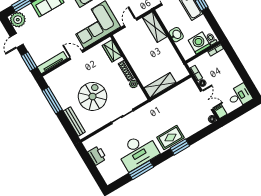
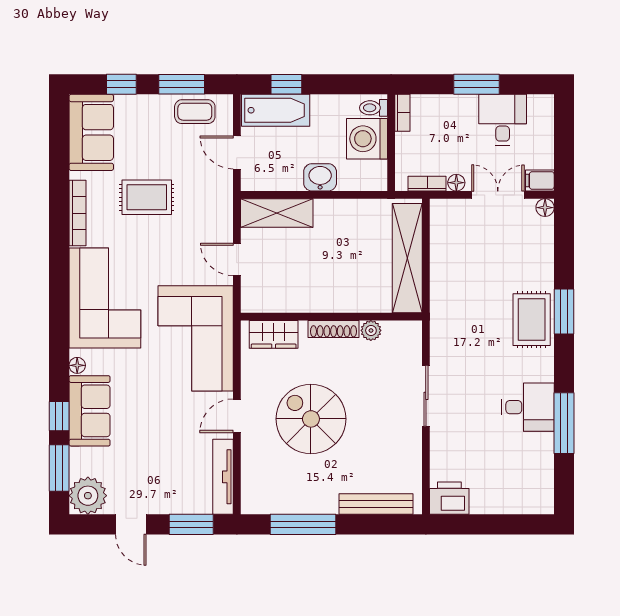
window: (241, 70) -> (476, 84), added
shelving: (160, 85) -> (407, 258), width x1.47
spiral stairs: (93, 96) -> (311, 419), moved
desk: (240, 96) -> (503, 120), moved
desk: (138, 152) -> (528, 407), width x0.53, depth x0.77
printer: (97, 155) -> (449, 498), moved

